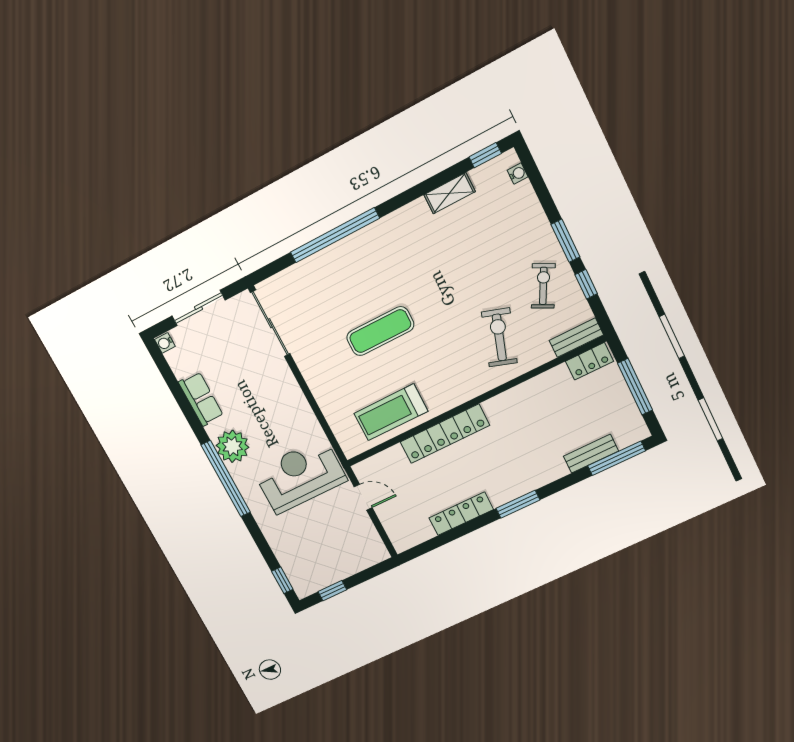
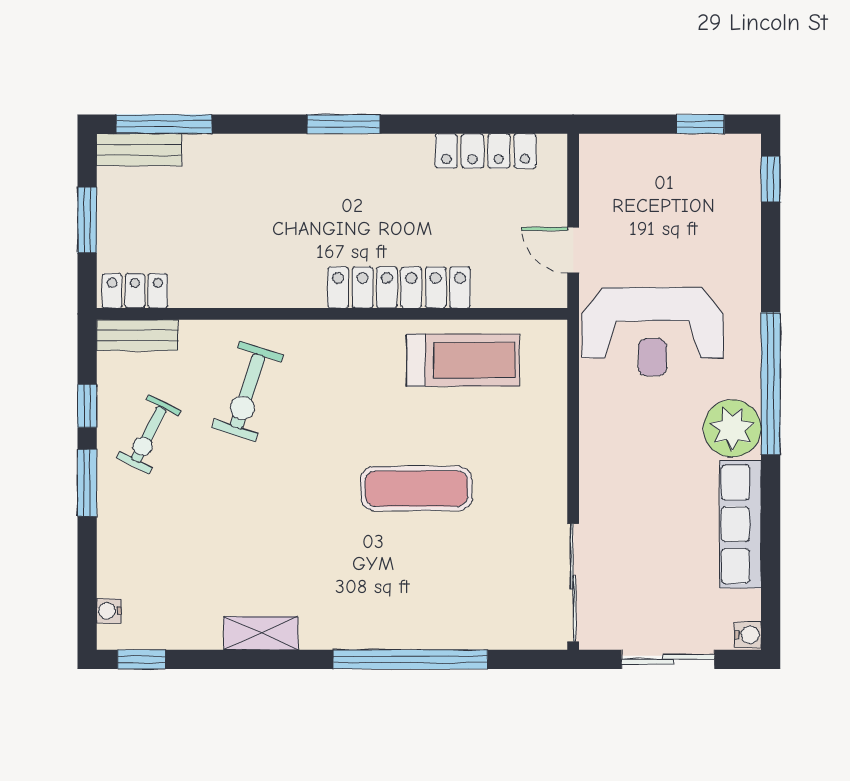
shelving: (450, 193) -> (261, 633), moved
window: (635, 387) -> (87, 220), width x0.69
row of seats: (201, 399) -> (740, 524), width x1.48
bench: (591, 454) -> (139, 150), moved
locker: (461, 514) -> (486, 151), moved

